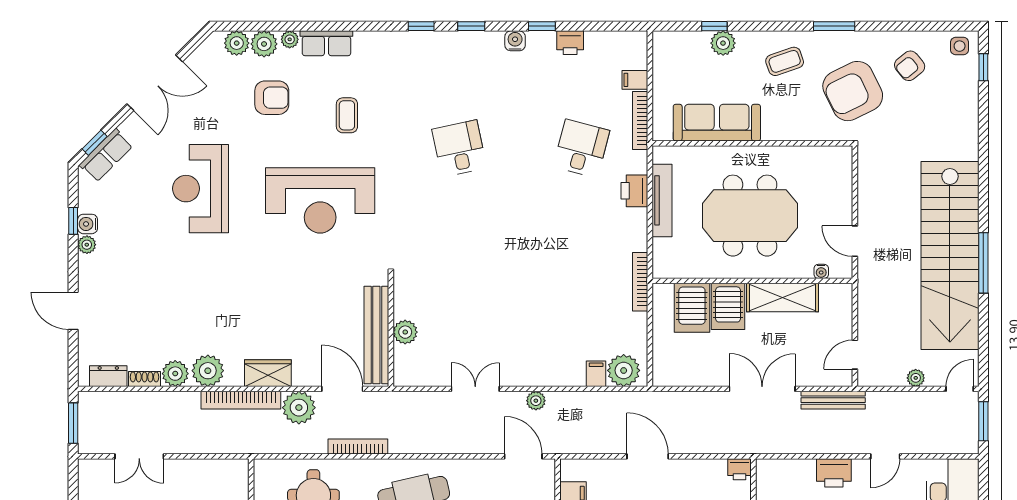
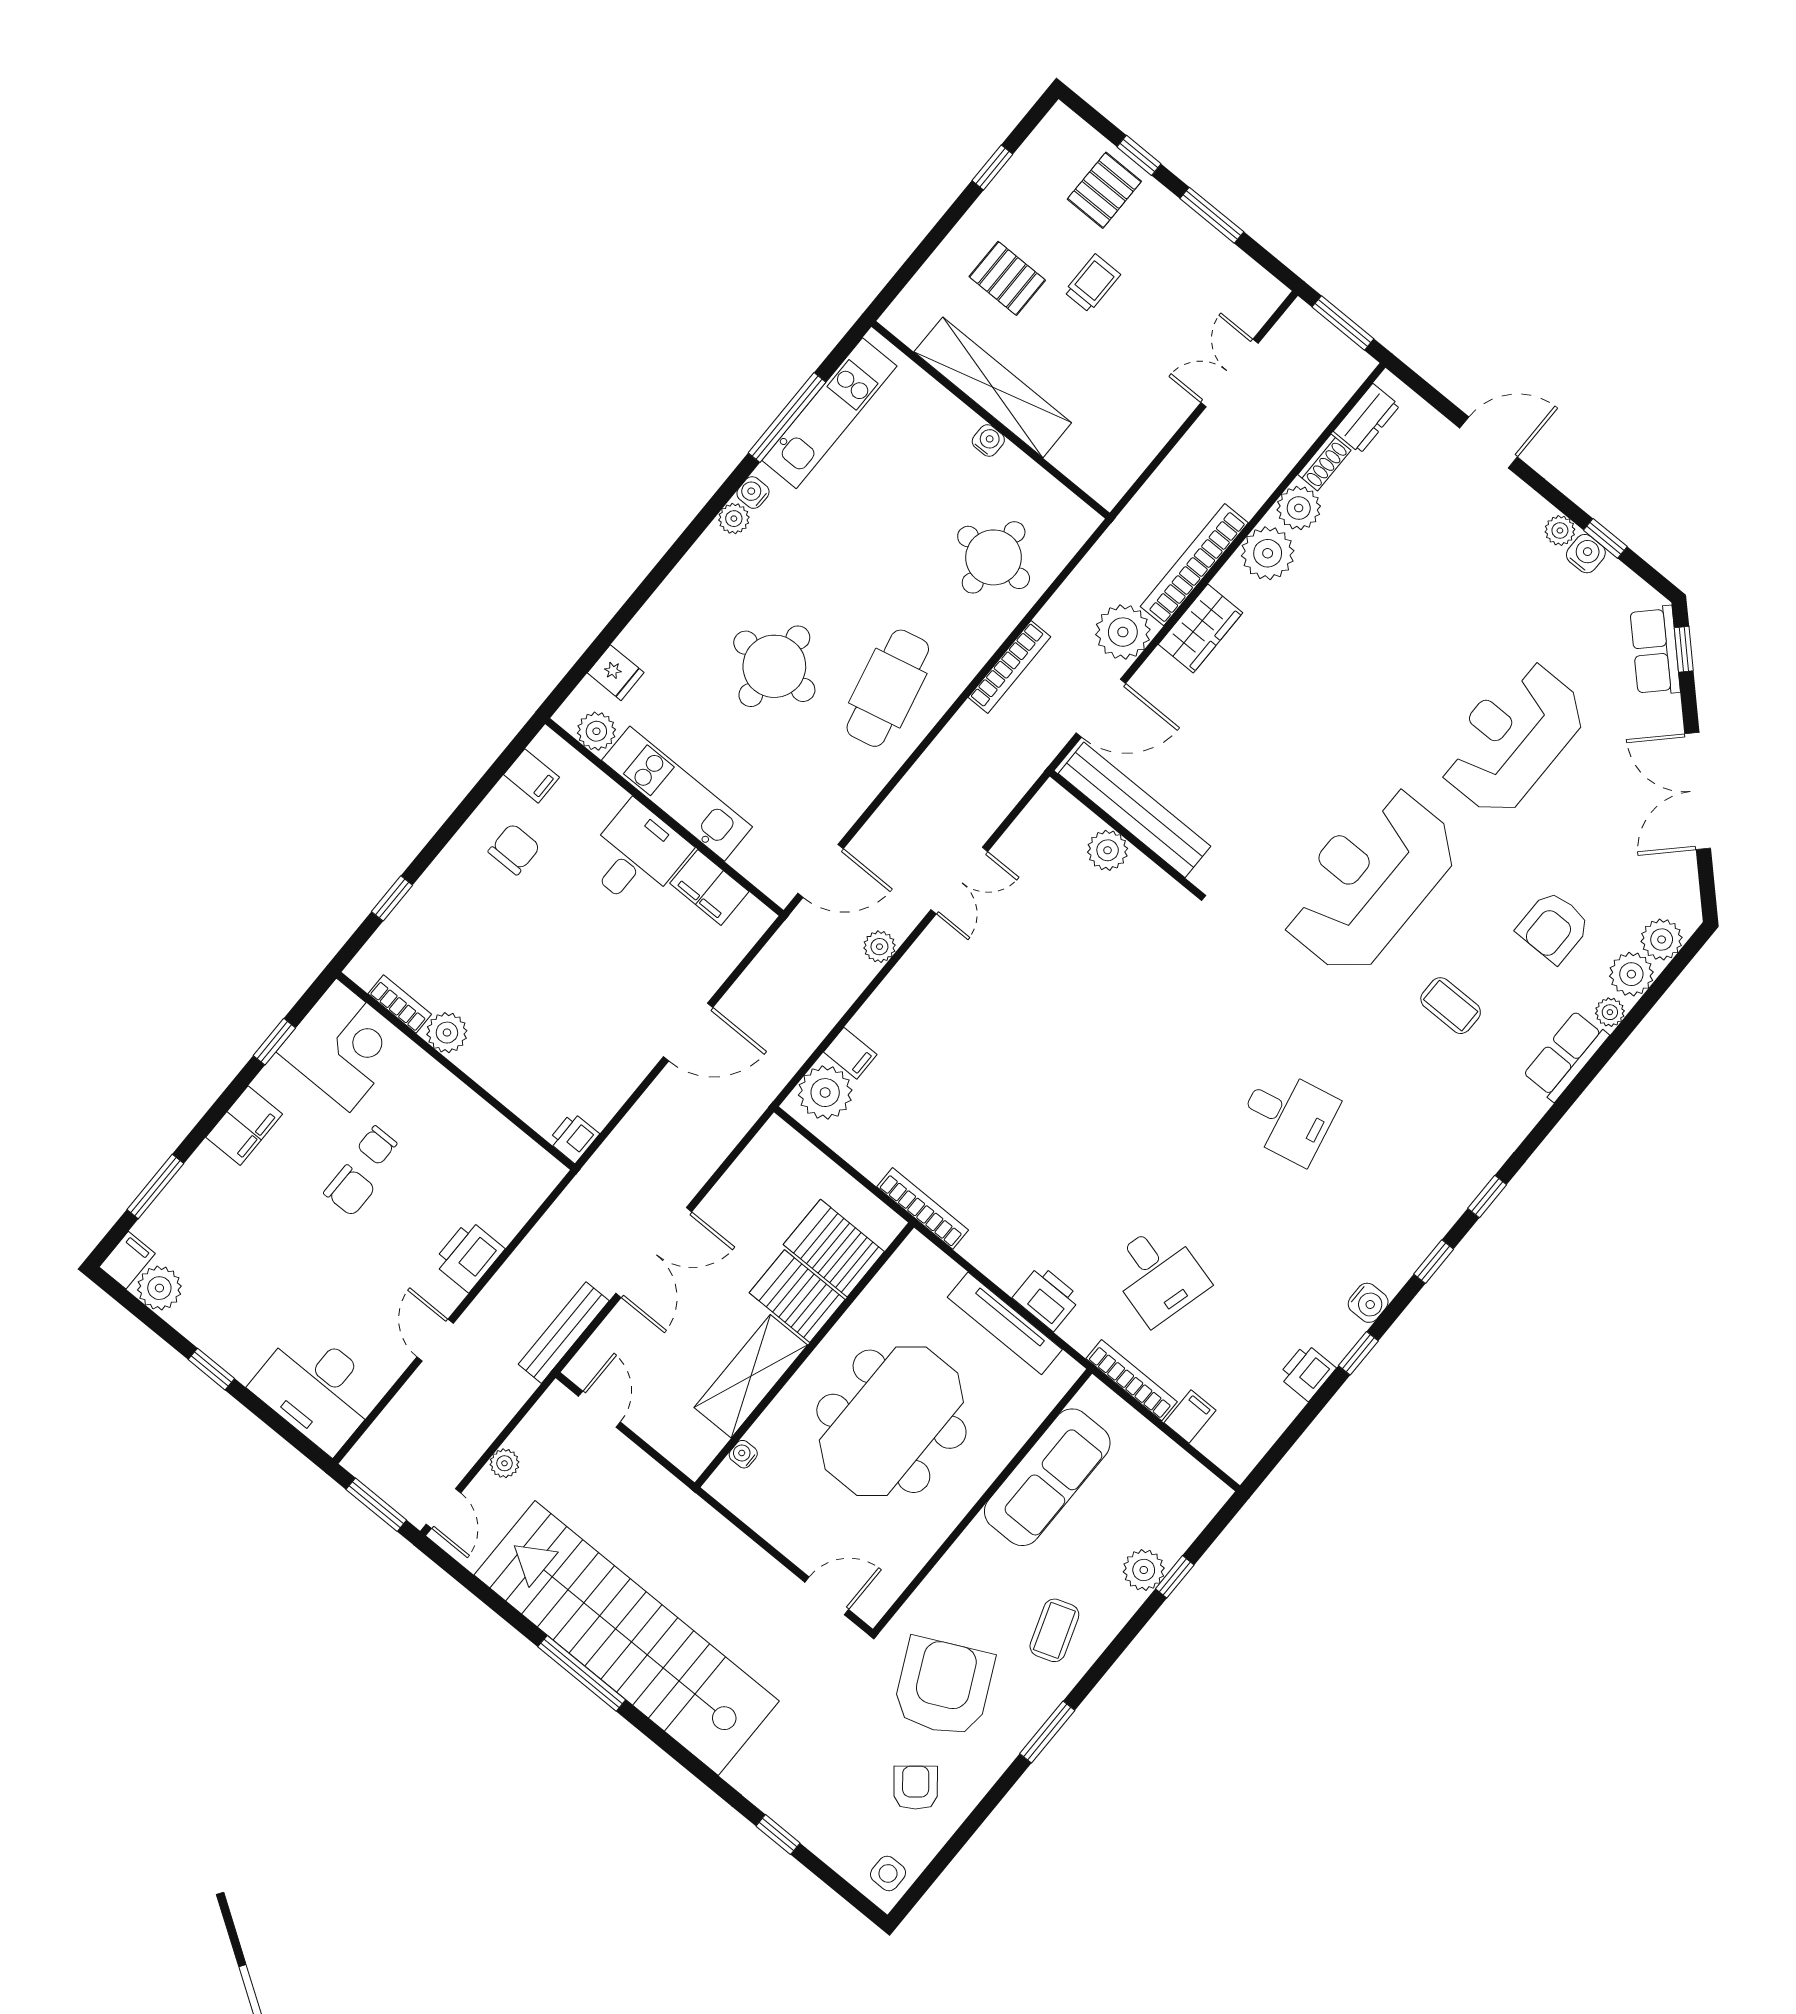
window: (983, 67) -> (778, 1835), moved
reception desk: (200, 189) -> (1512, 738), turned -90
door: (855, 241) -> (827, 1596), moved

